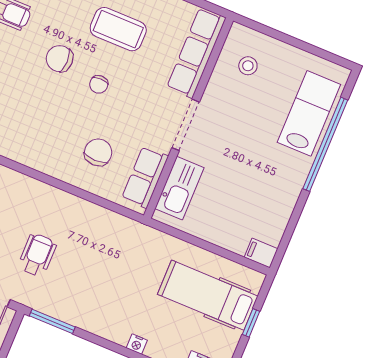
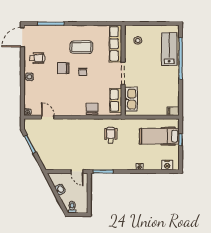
chair: (98, 152) -> (92, 109), moved
wheelchair: (37, 255) -> (111, 135), moved

